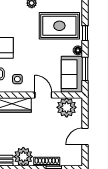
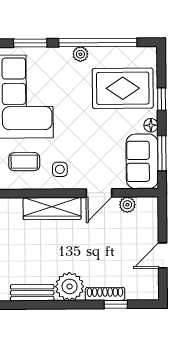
door: (43, 95) -> (99, 193), swing flipped
plant: (67, 107) -> (127, 205), width x0.53, depth x0.53

